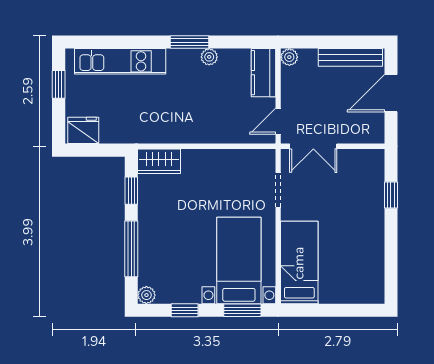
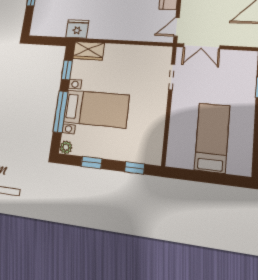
fridge: (83, 130) -> (77, 29), moved
bed with nightstands: (239, 260) -> (96, 109), moved, turned 90
bed: (299, 263) -> (212, 138), moved
window: (242, 310) -> (135, 168), width x0.67

